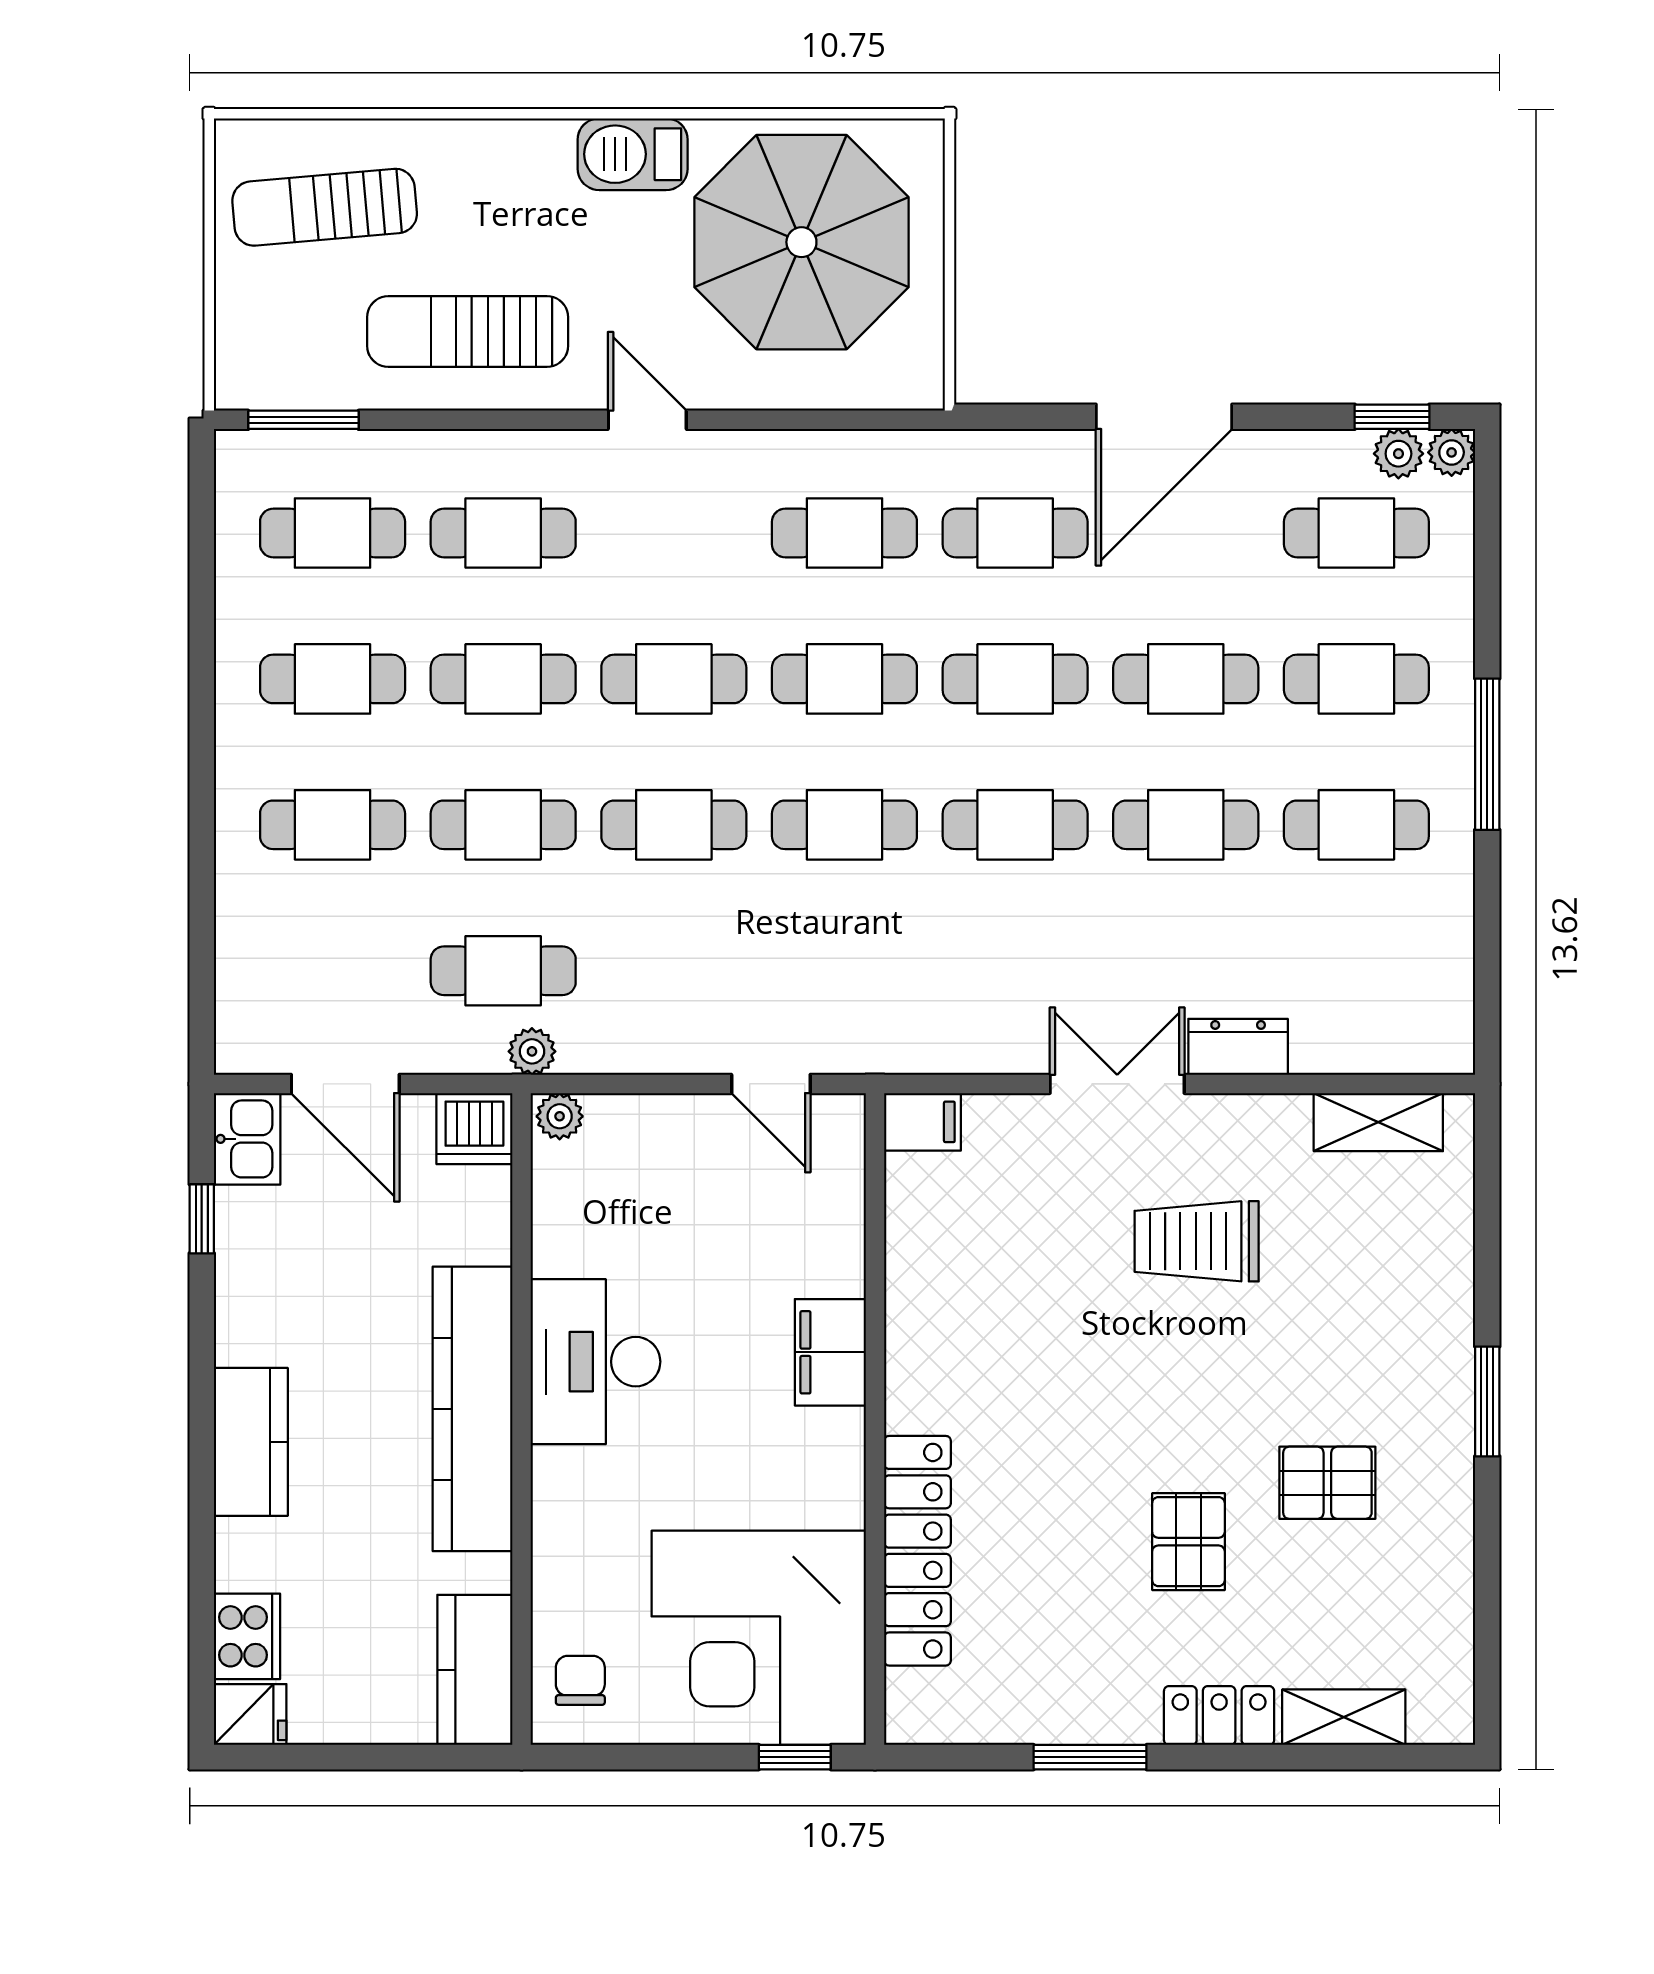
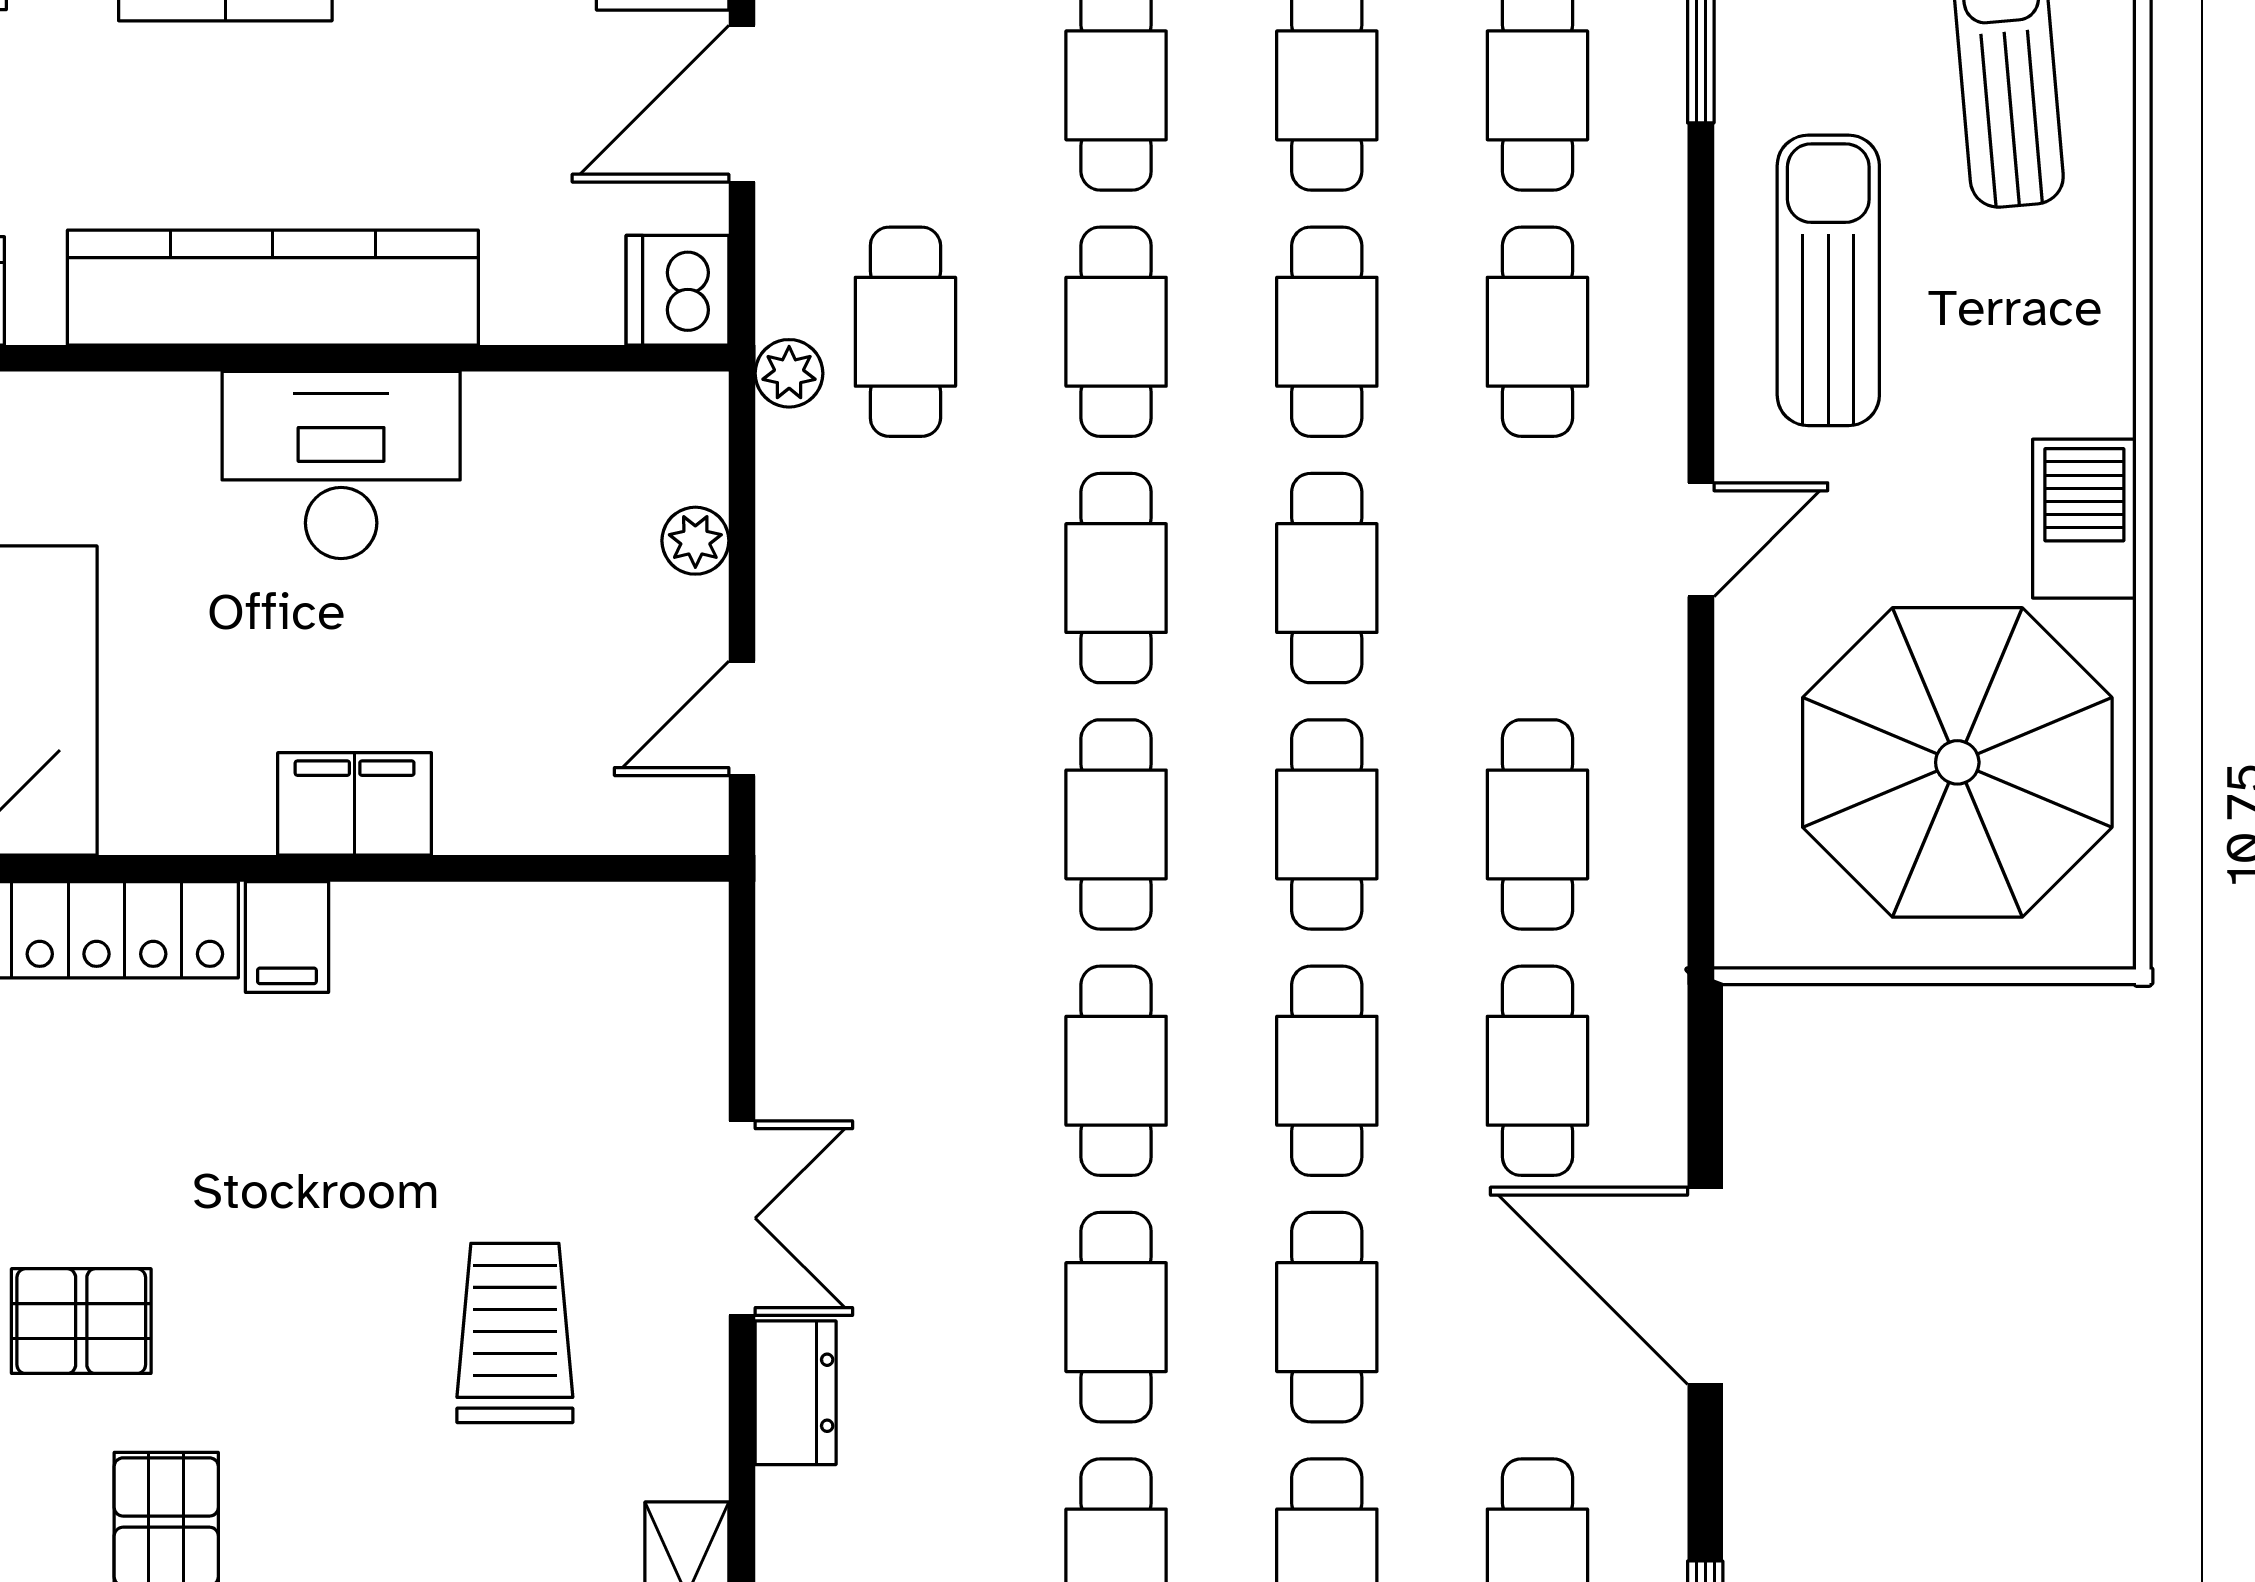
plant: (560, 1116) -> (695, 541), moved
filing cabinet: (922, 1122) -> (287, 937), moved

